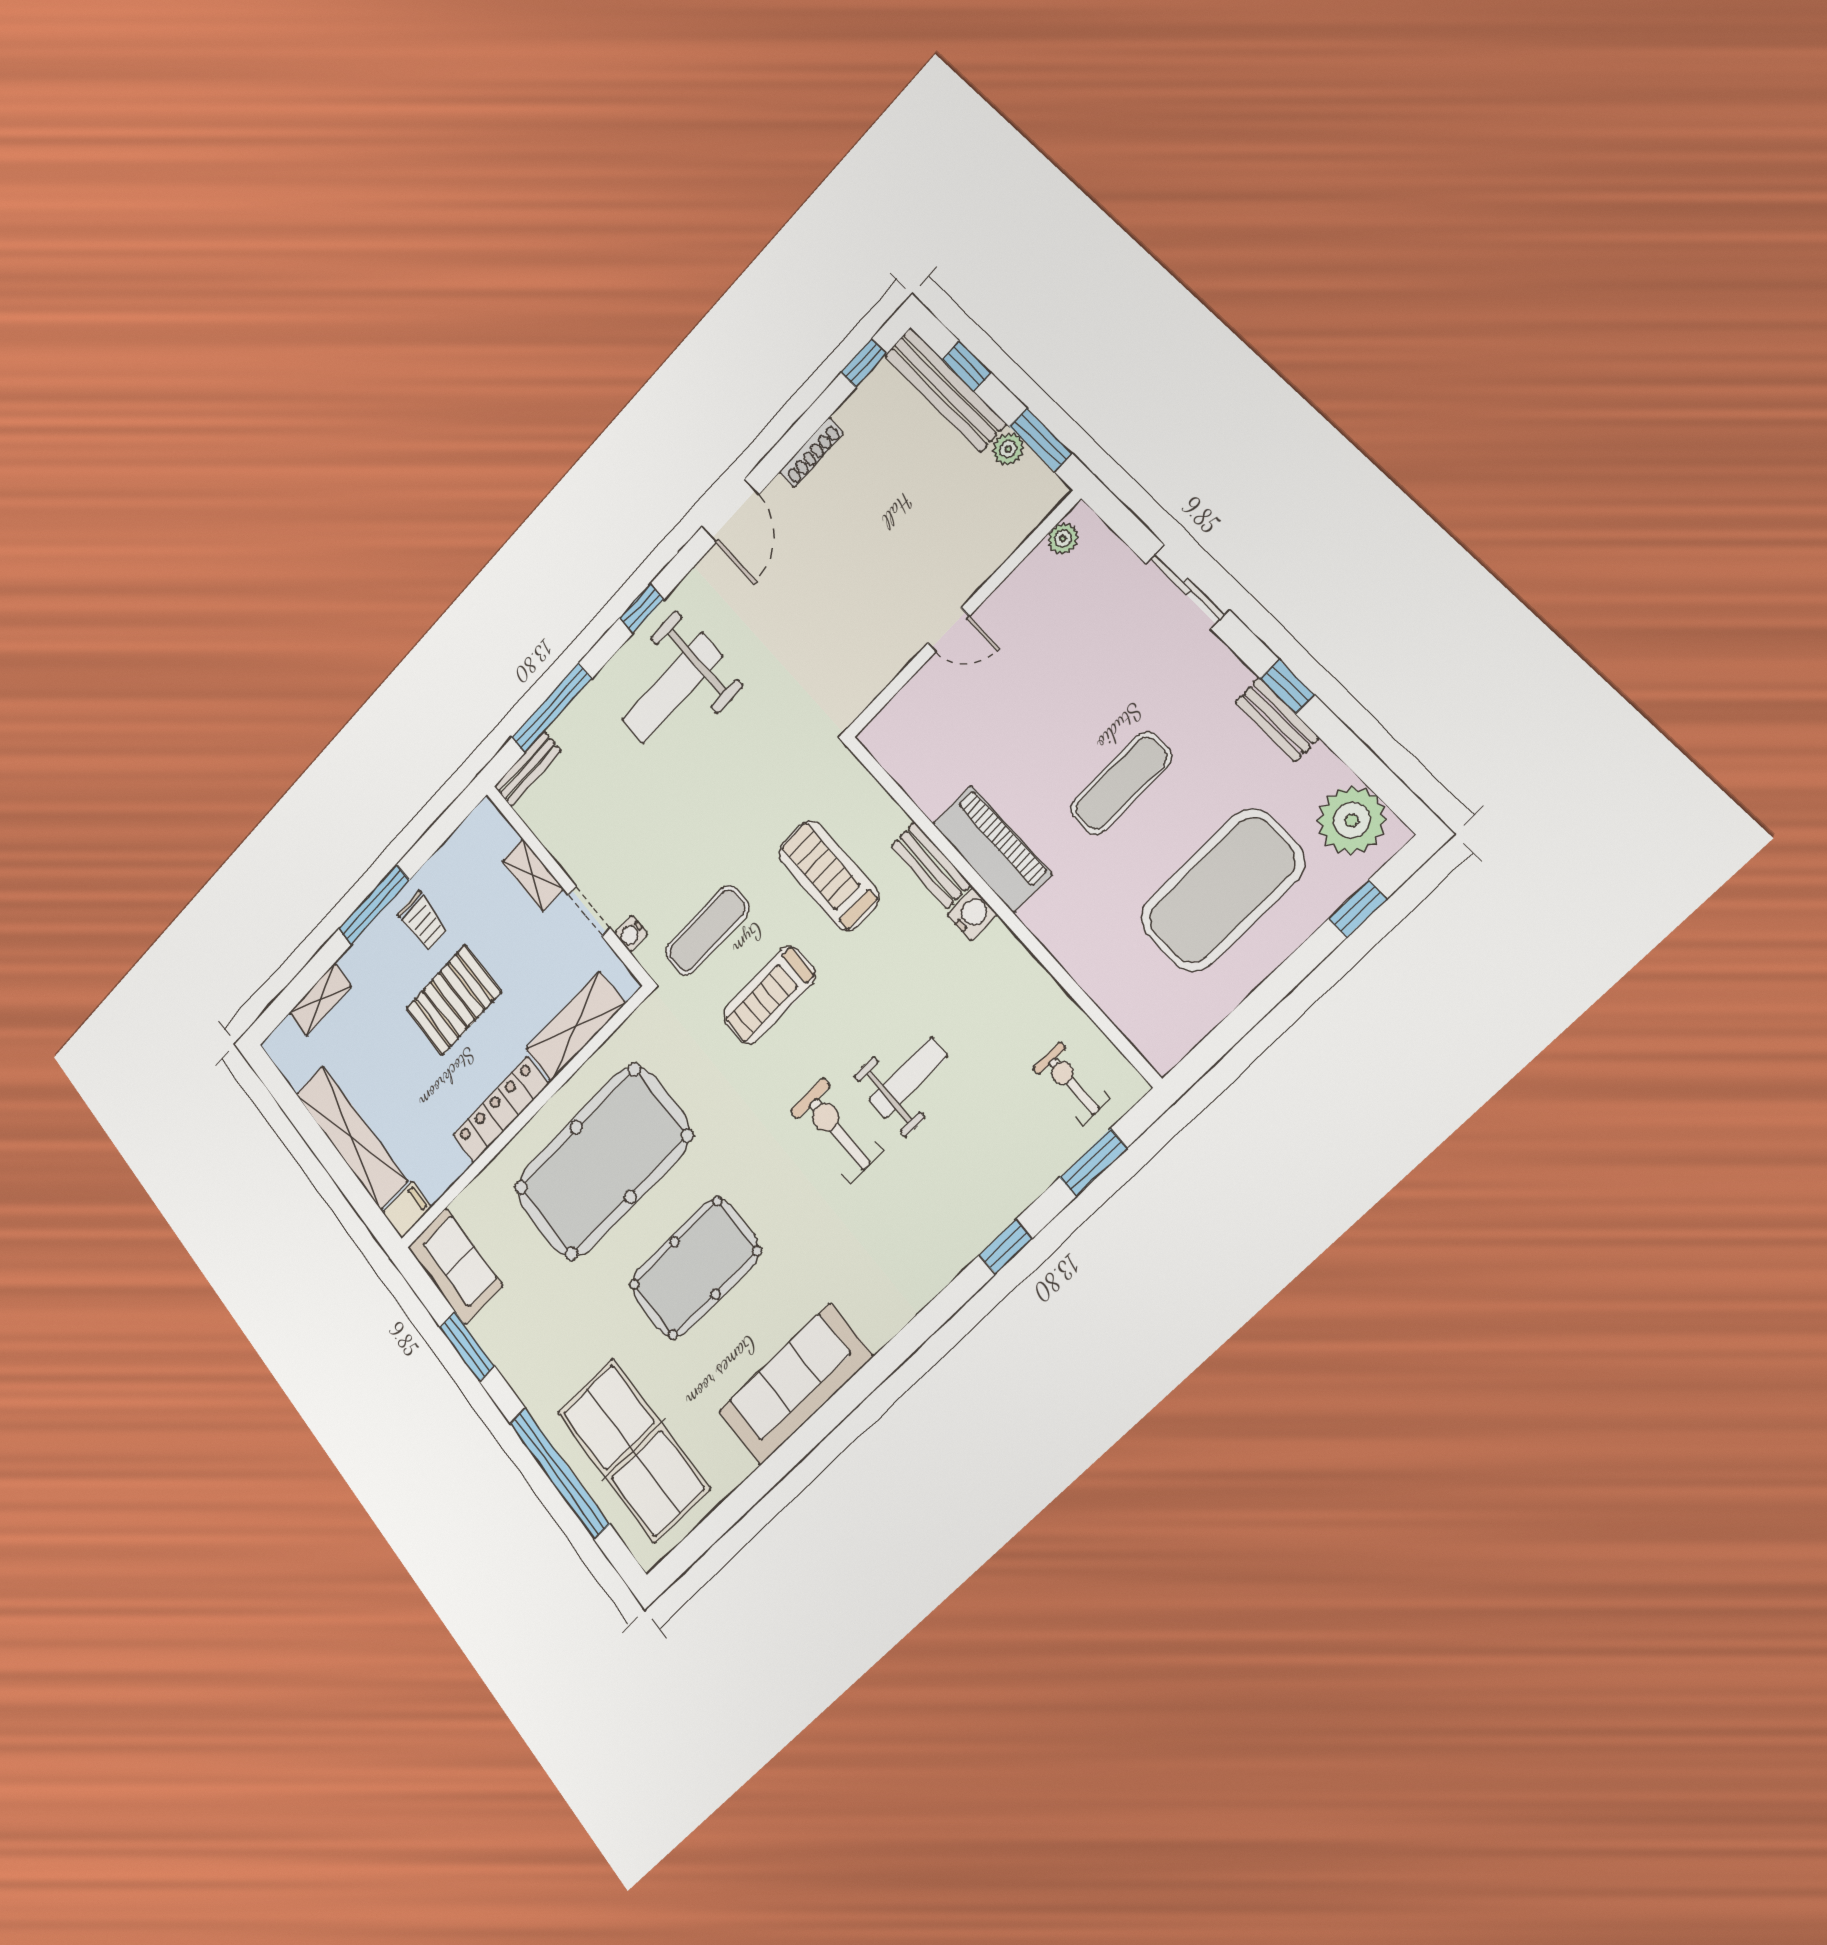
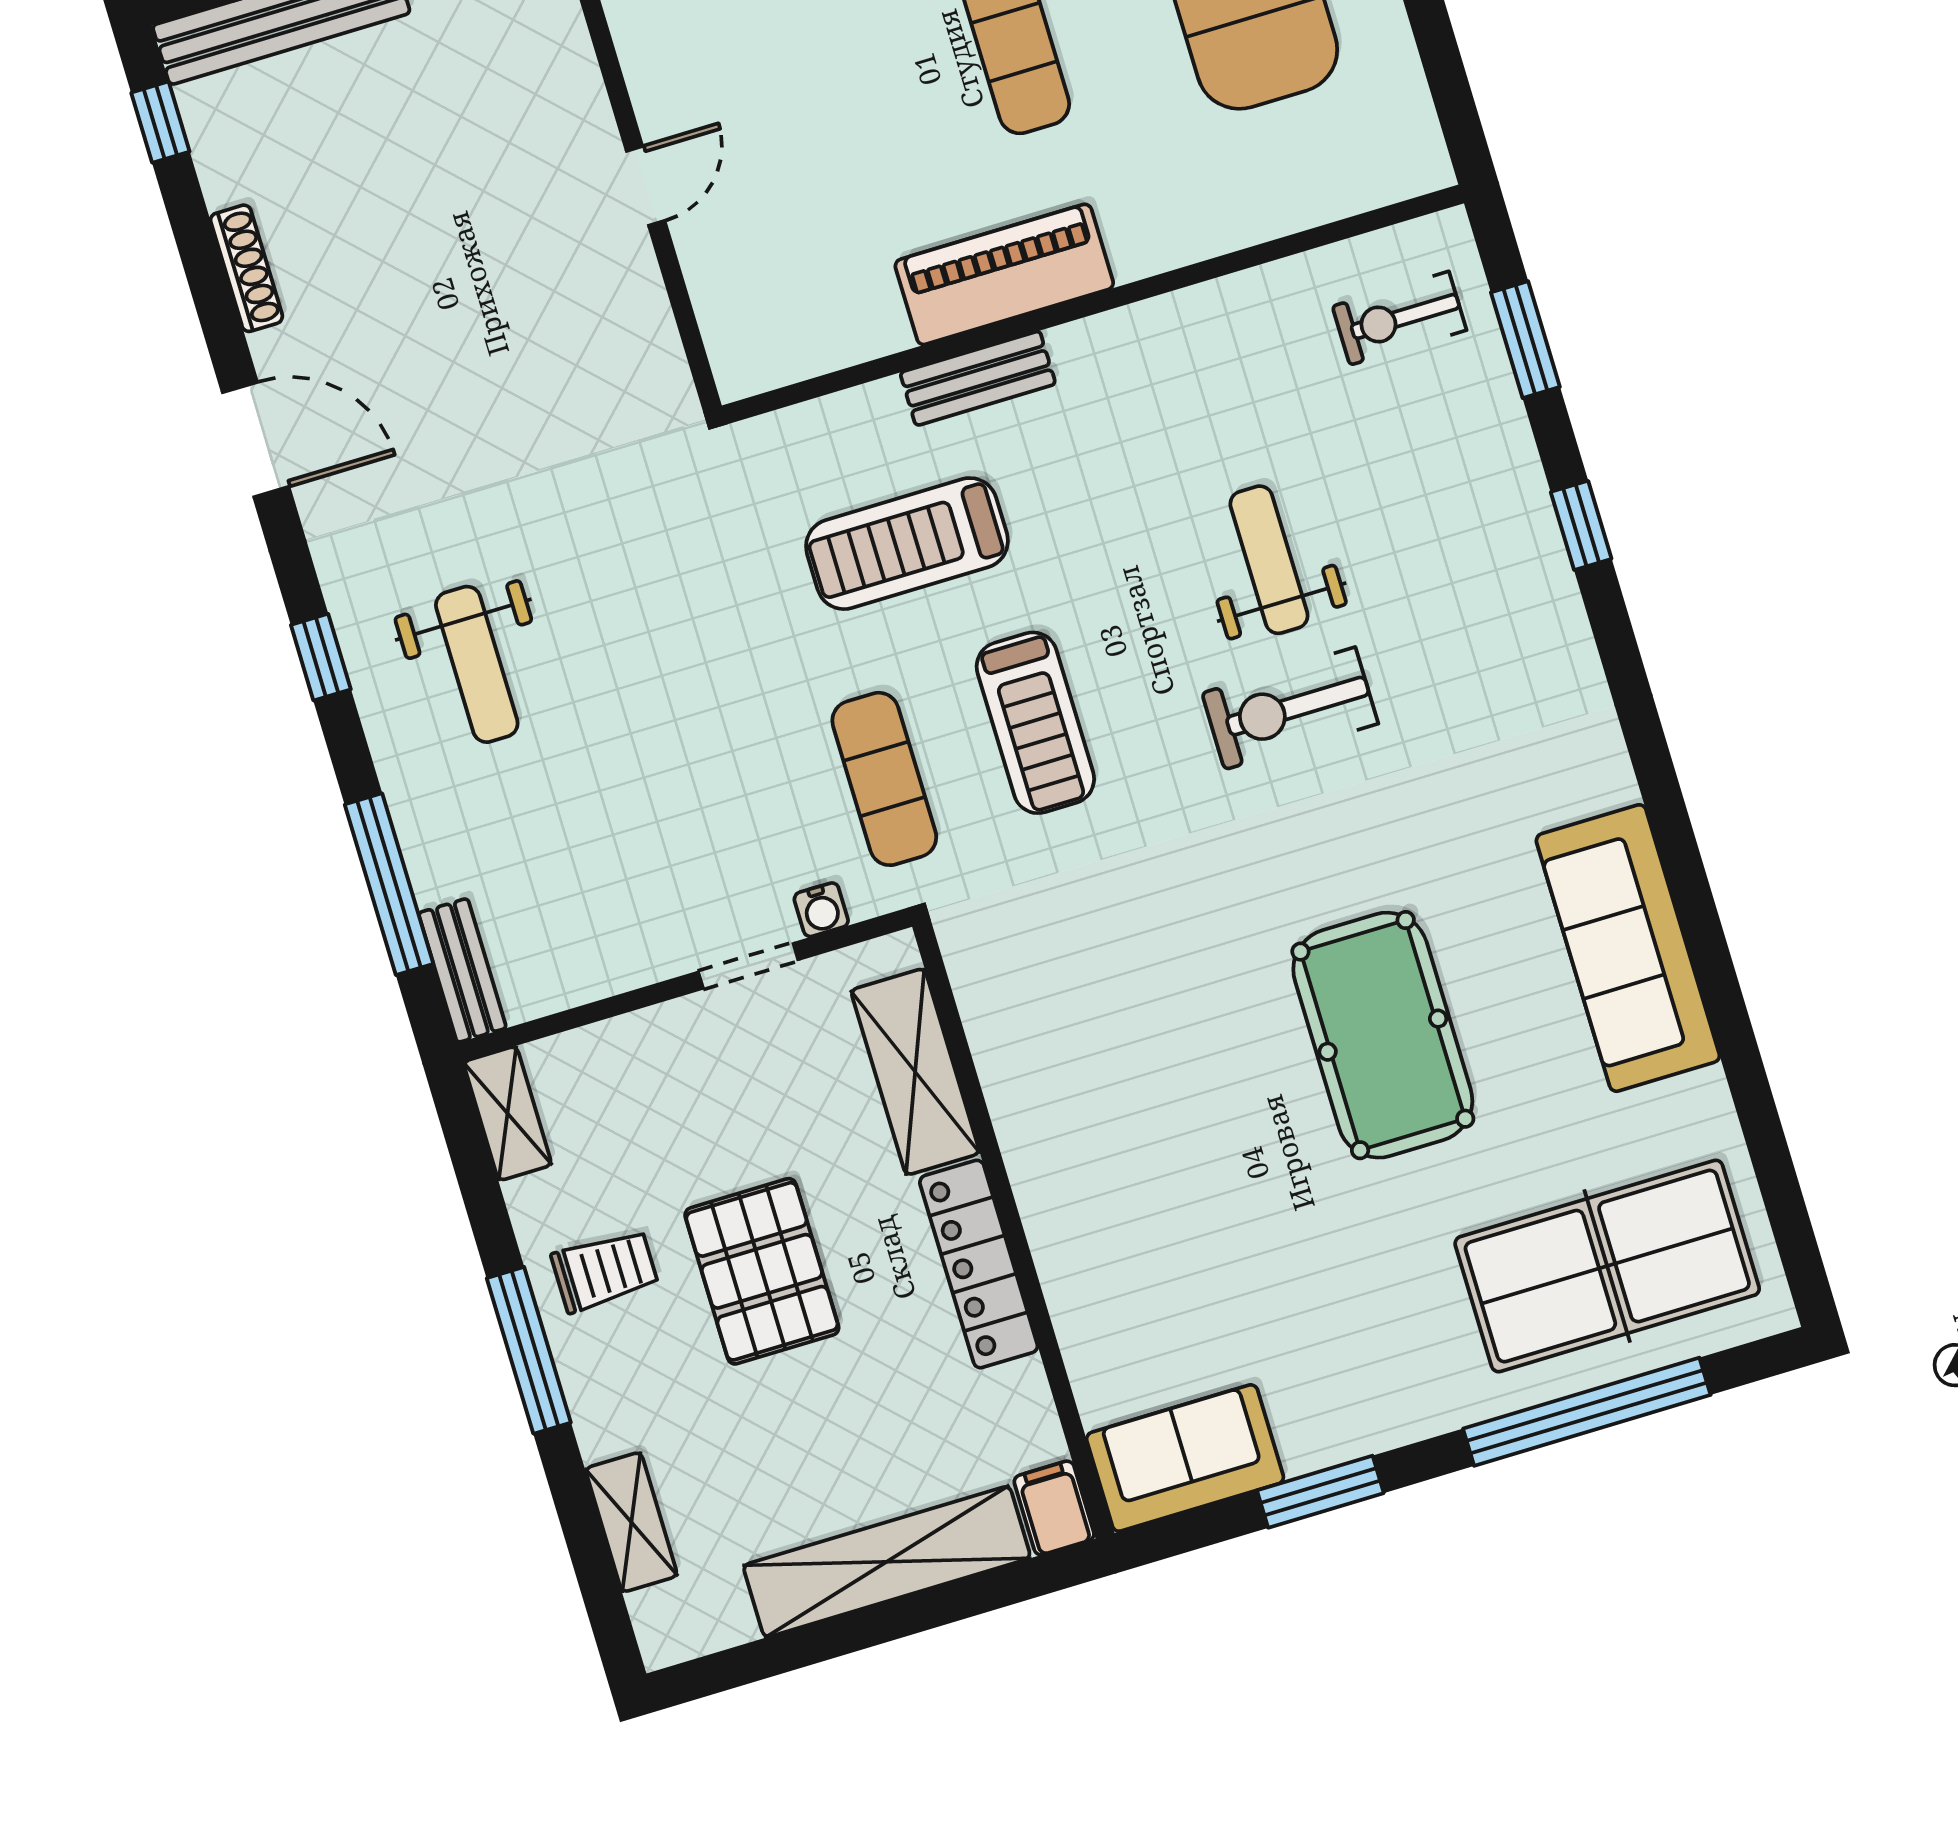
weight bench: (672, 688) -> (477, 664), width x0.73, depth x0.75
shelving: (533, 875) -> (507, 1113), moved, turned 90
water cooler: (972, 914) -> (1083, 350), removed
pool table: (603, 1162) -> (1149, 1119), removed

